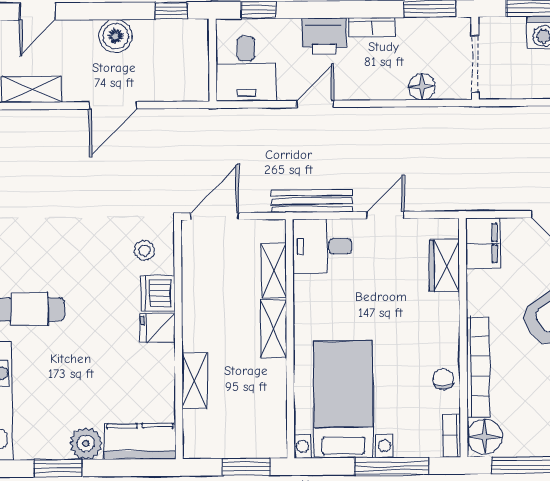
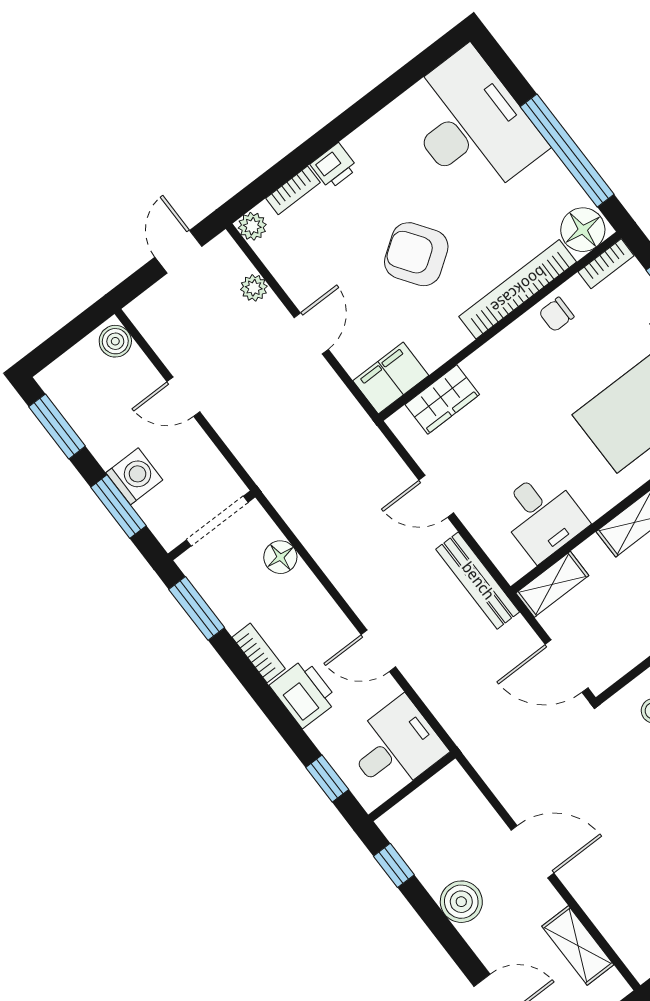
desk: (322, 246) -> (542, 516), moved
shelving: (274, 270) -> (552, 584), moved

